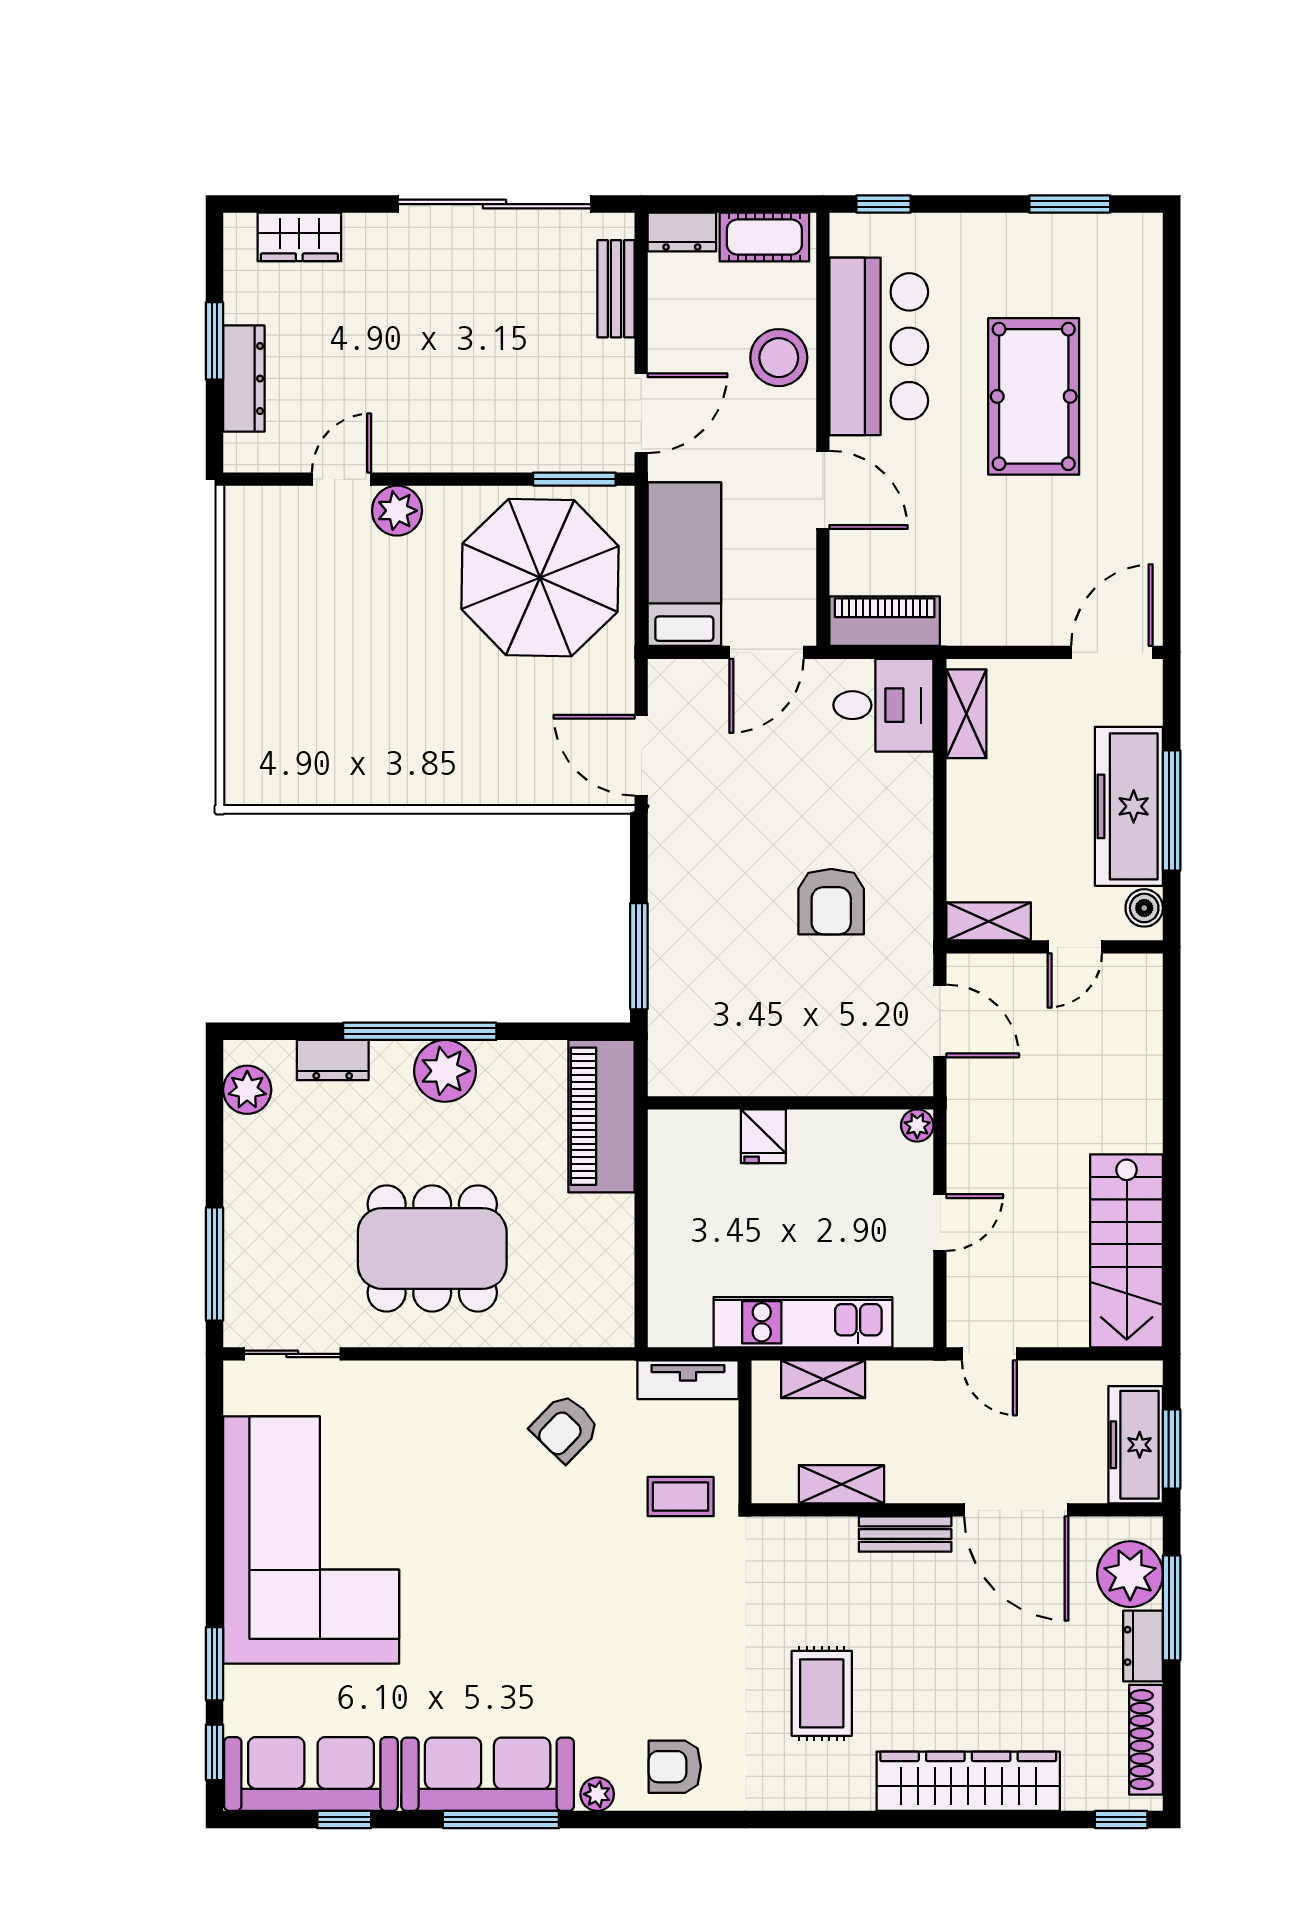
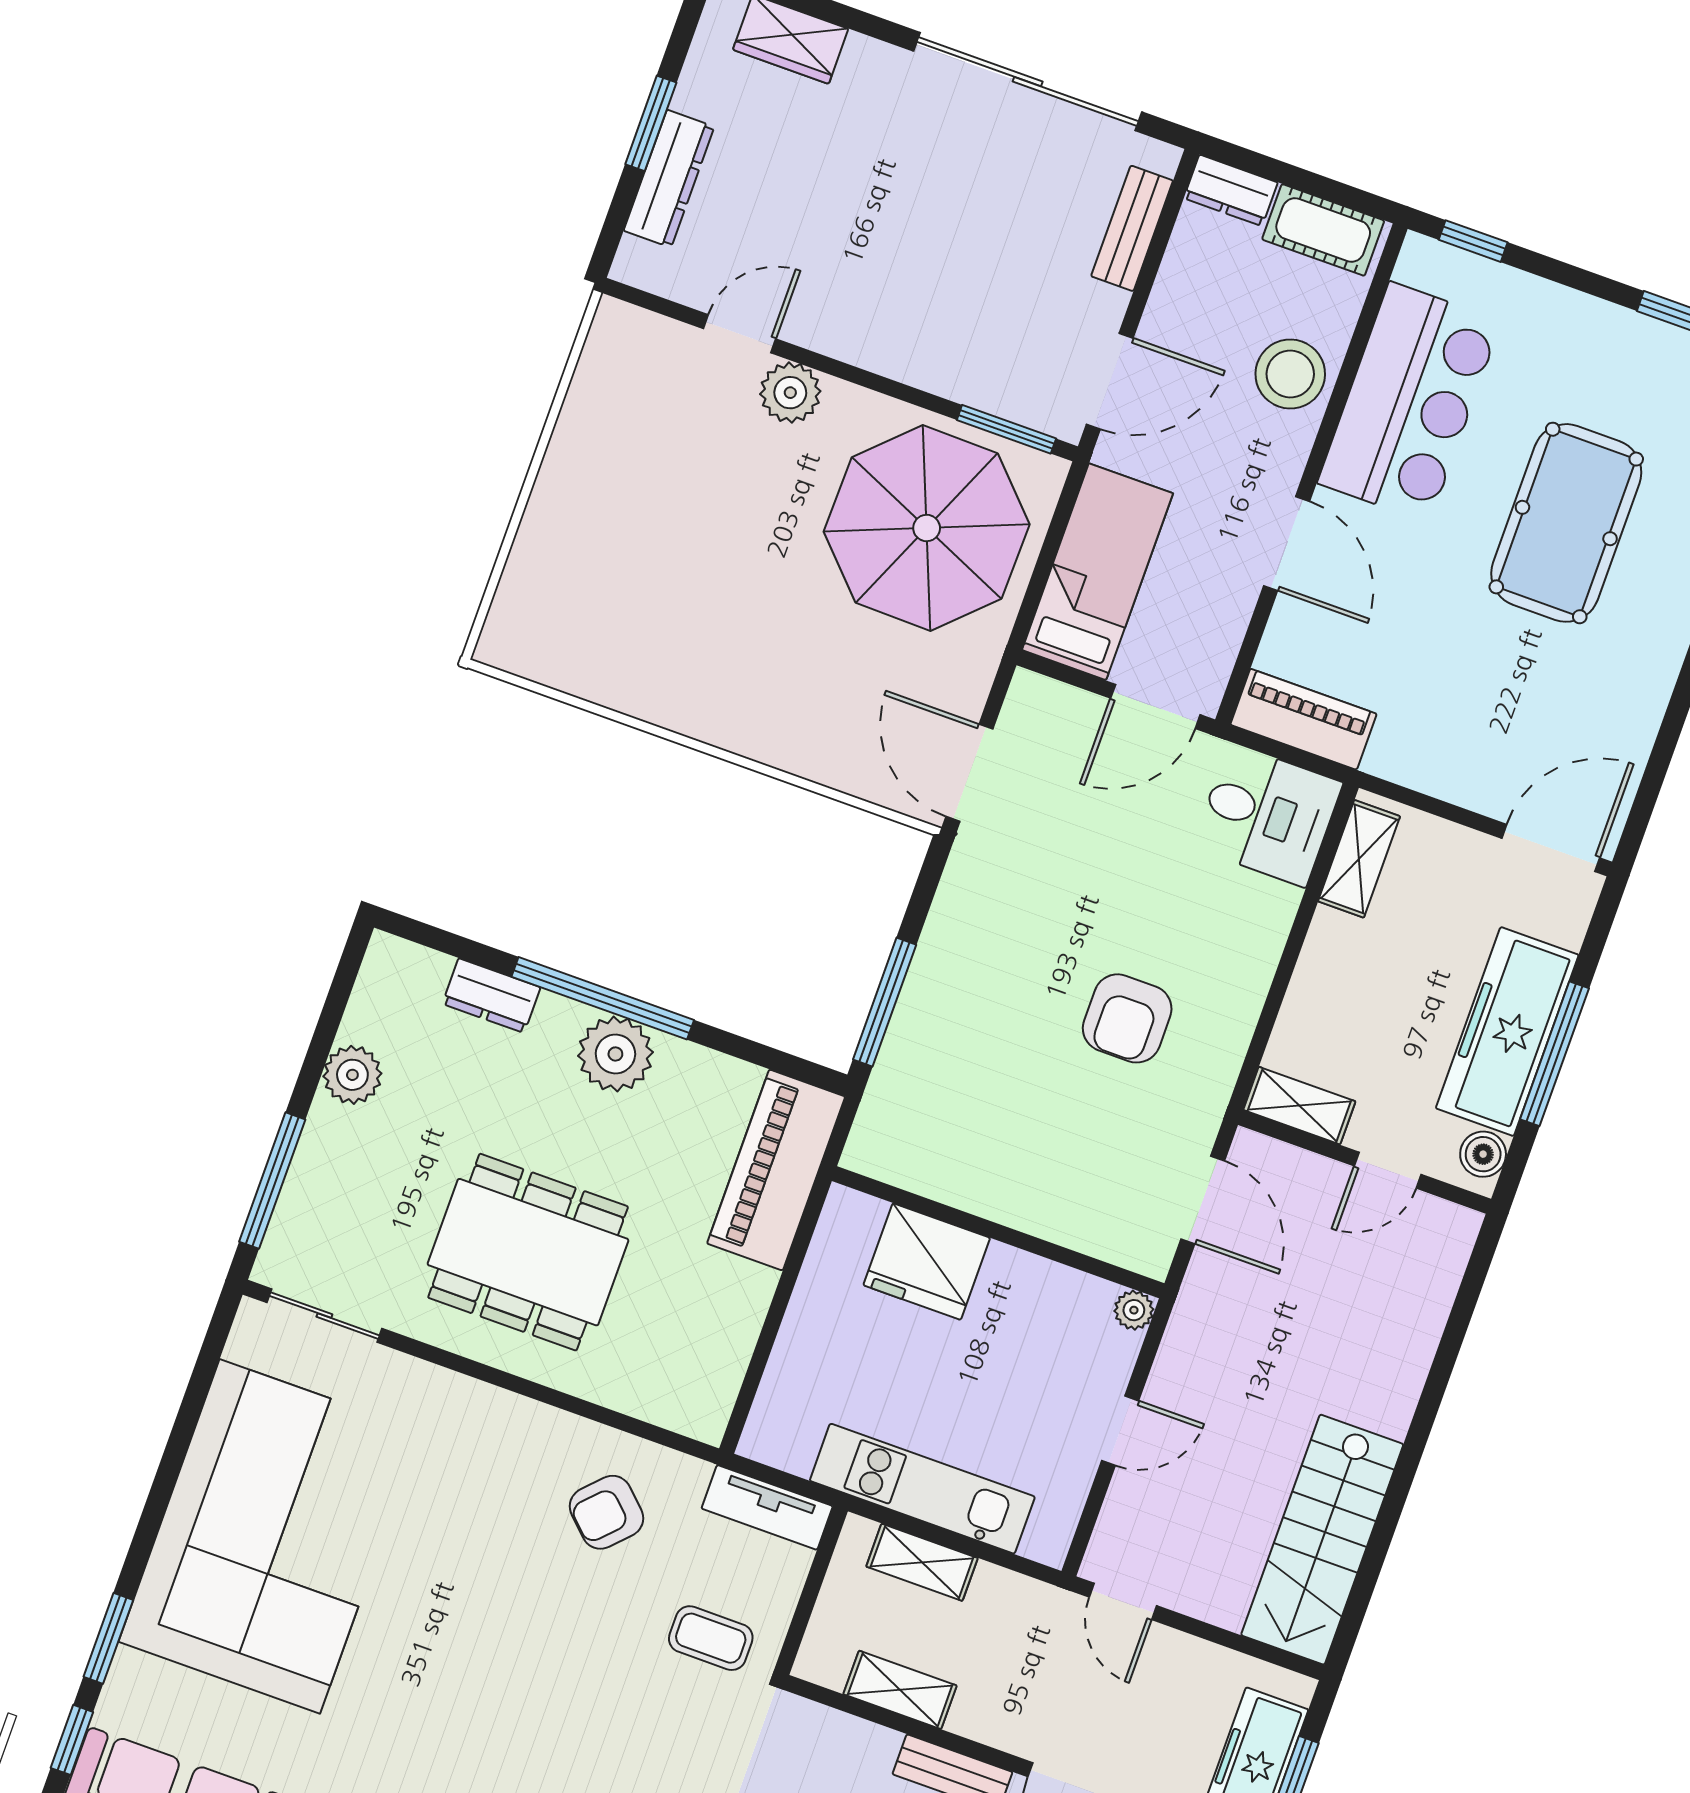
plant: (247, 1090) -> (352, 1075), moved
fridge: (763, 1136) -> (927, 1262), width x1.88, depth x1.34

